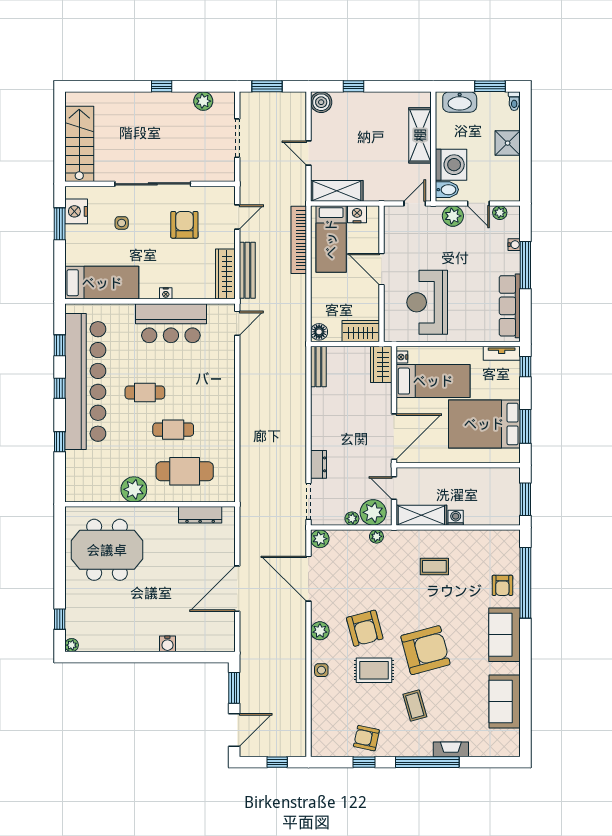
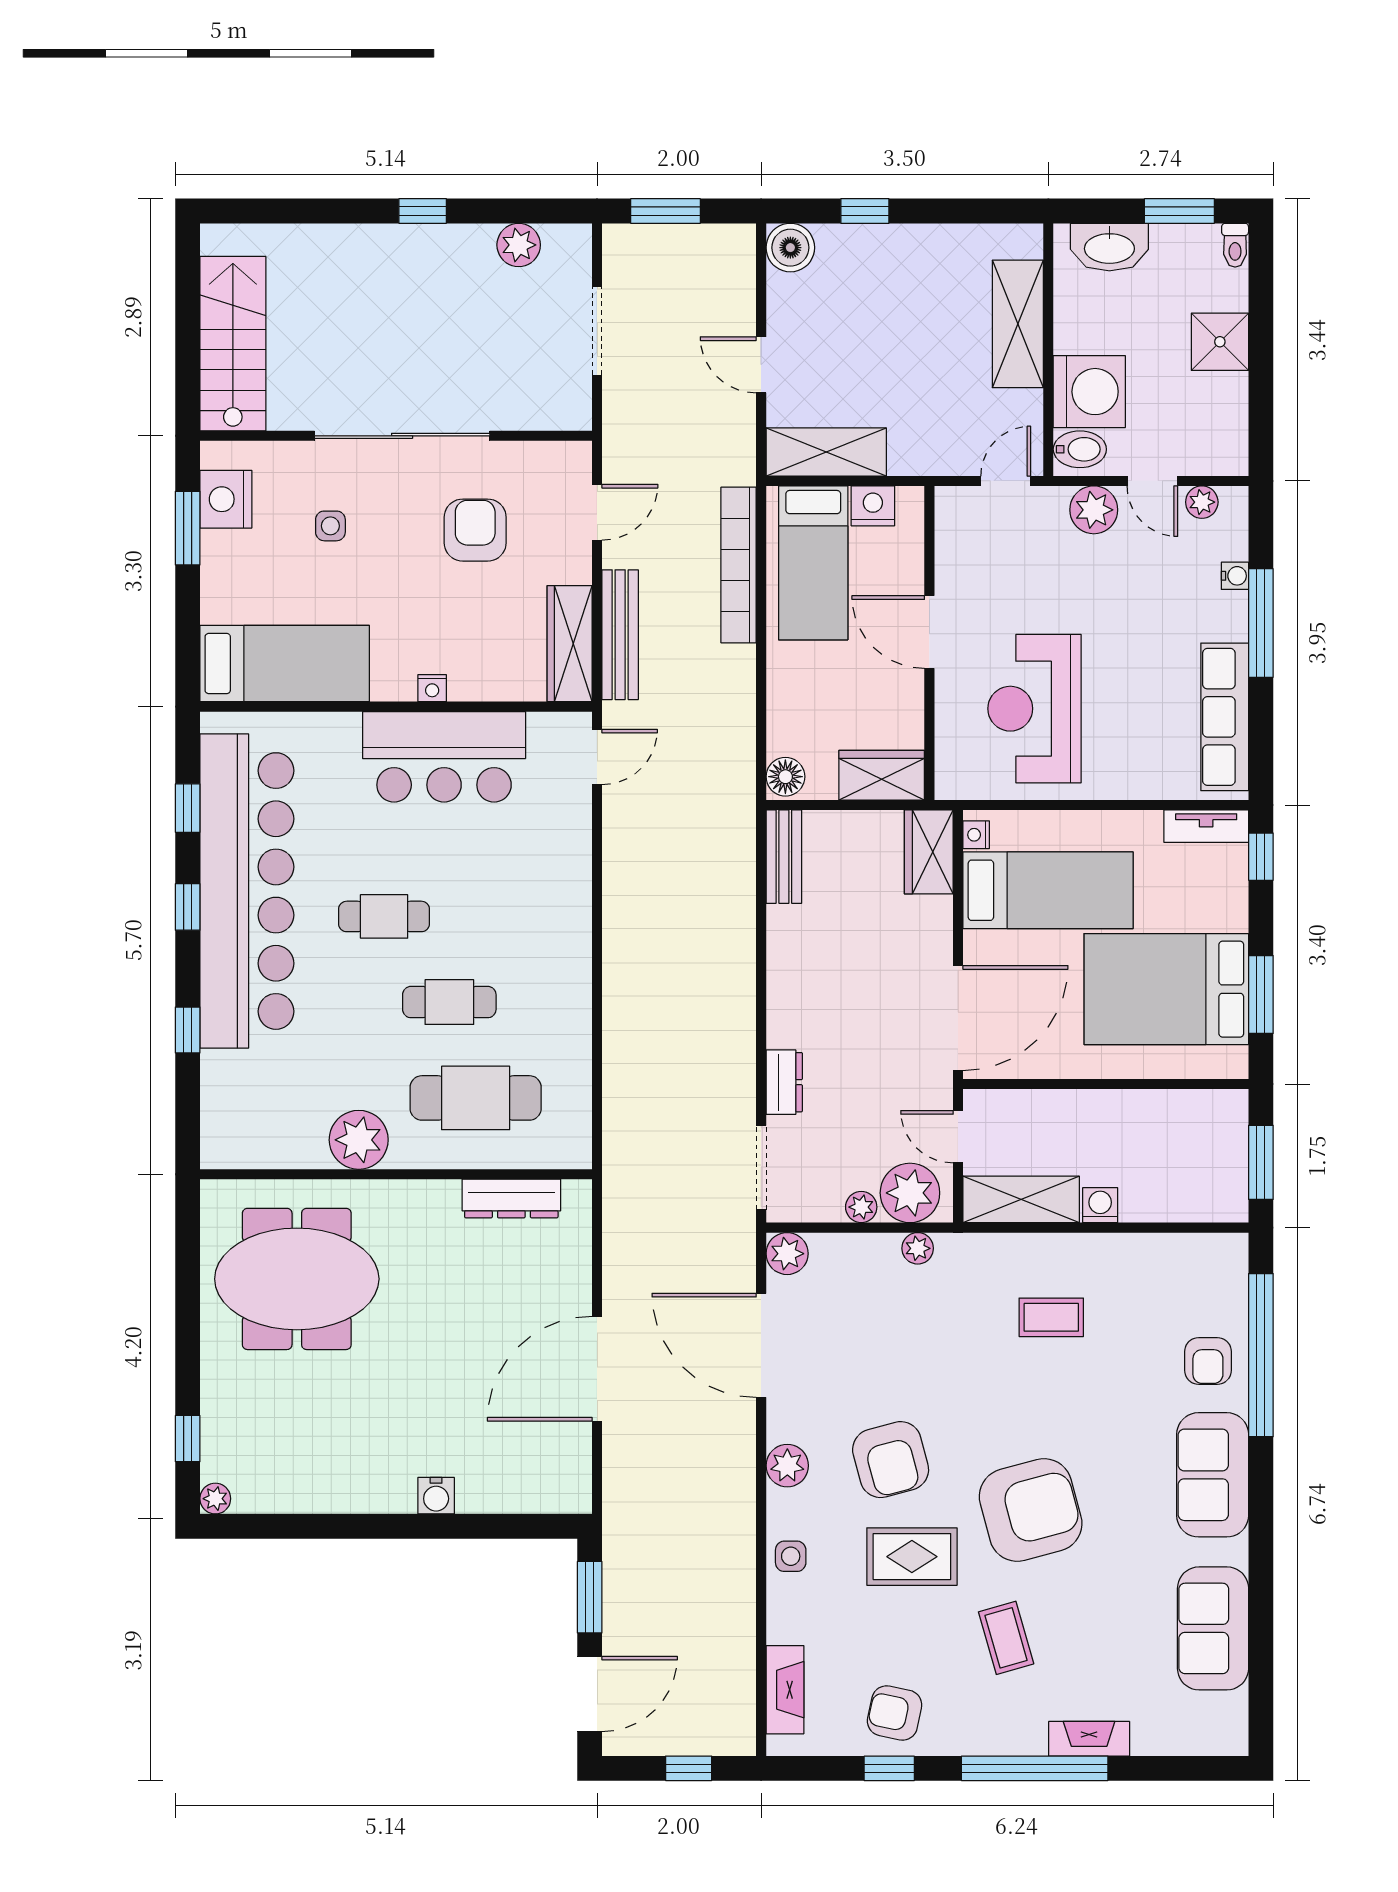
fireplace: (319, 728) -> (785, 1690), added

